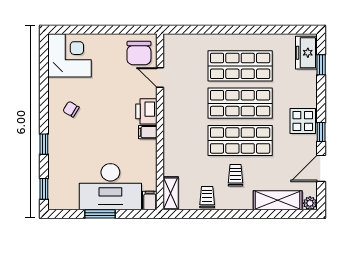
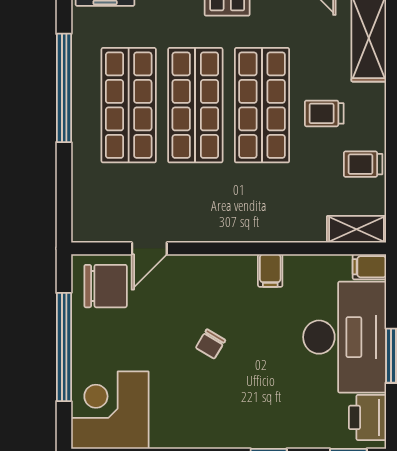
window: (105, 30) -> (64, 347), added
window: (250, 30) -> (64, 88), added
chair: (71, 109) -> (211, 344), moved
printer: (146, 111) -> (368, 417), moved, turned 90
filing cabinet: (148, 132) -> (270, 270), moved

